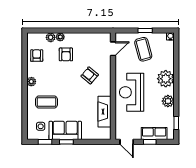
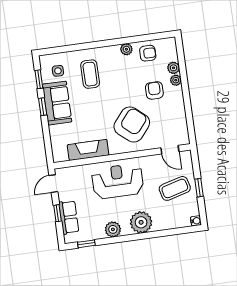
armchair: (66, 54) -> (154, 90), turned 90
armchair: (90, 75) -> (132, 125), width x1.88, depth x1.88
plant: (31, 82) -> (126, 49), moved

